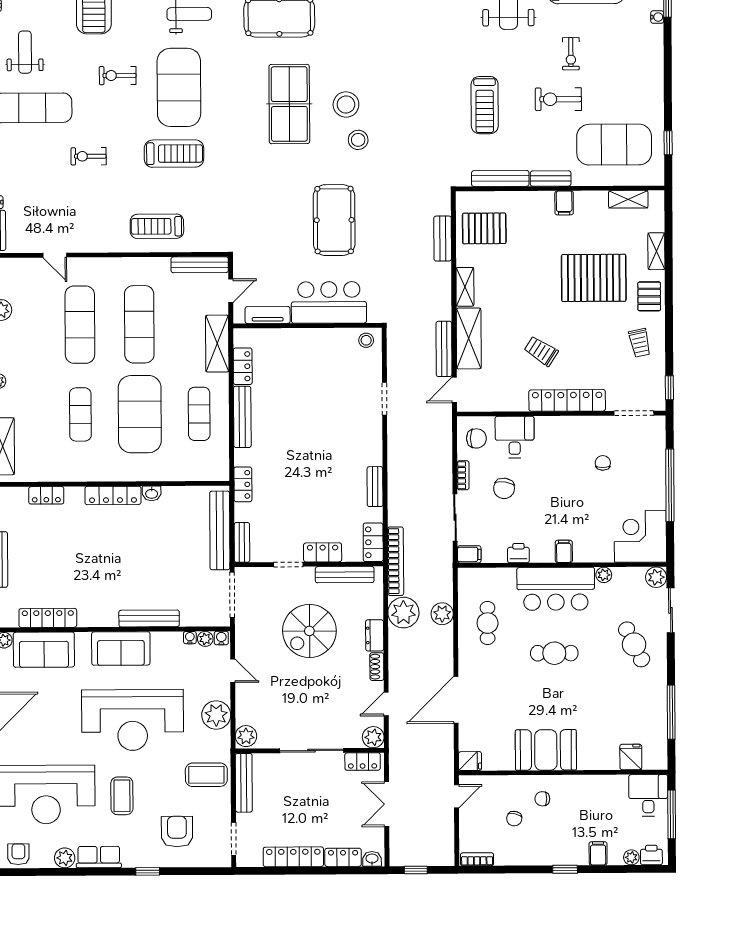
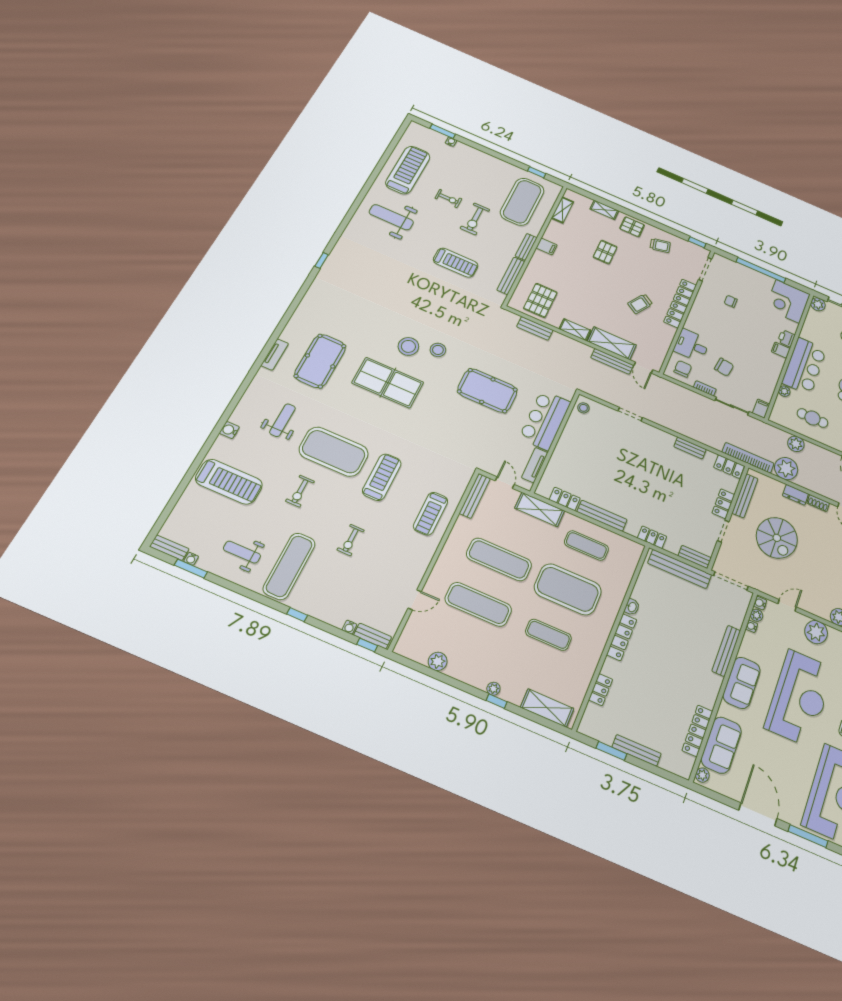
pallet: (594, 278) -> (605, 252), width x0.49, depth x0.50
printer: (518, 553) -> (786, 338), moved
plant: (604, 575) -> (784, 391), moved

